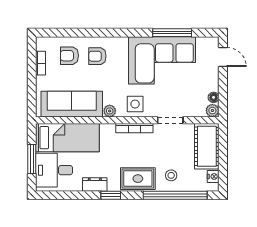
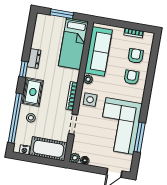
desk: (54, 170) -> (50, 29), removed

